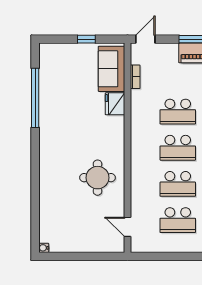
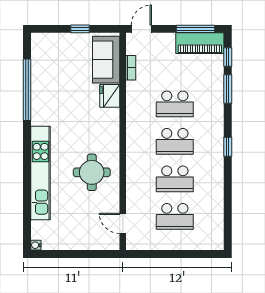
kitchen unit: (48, 178) -> (41, 173), added

